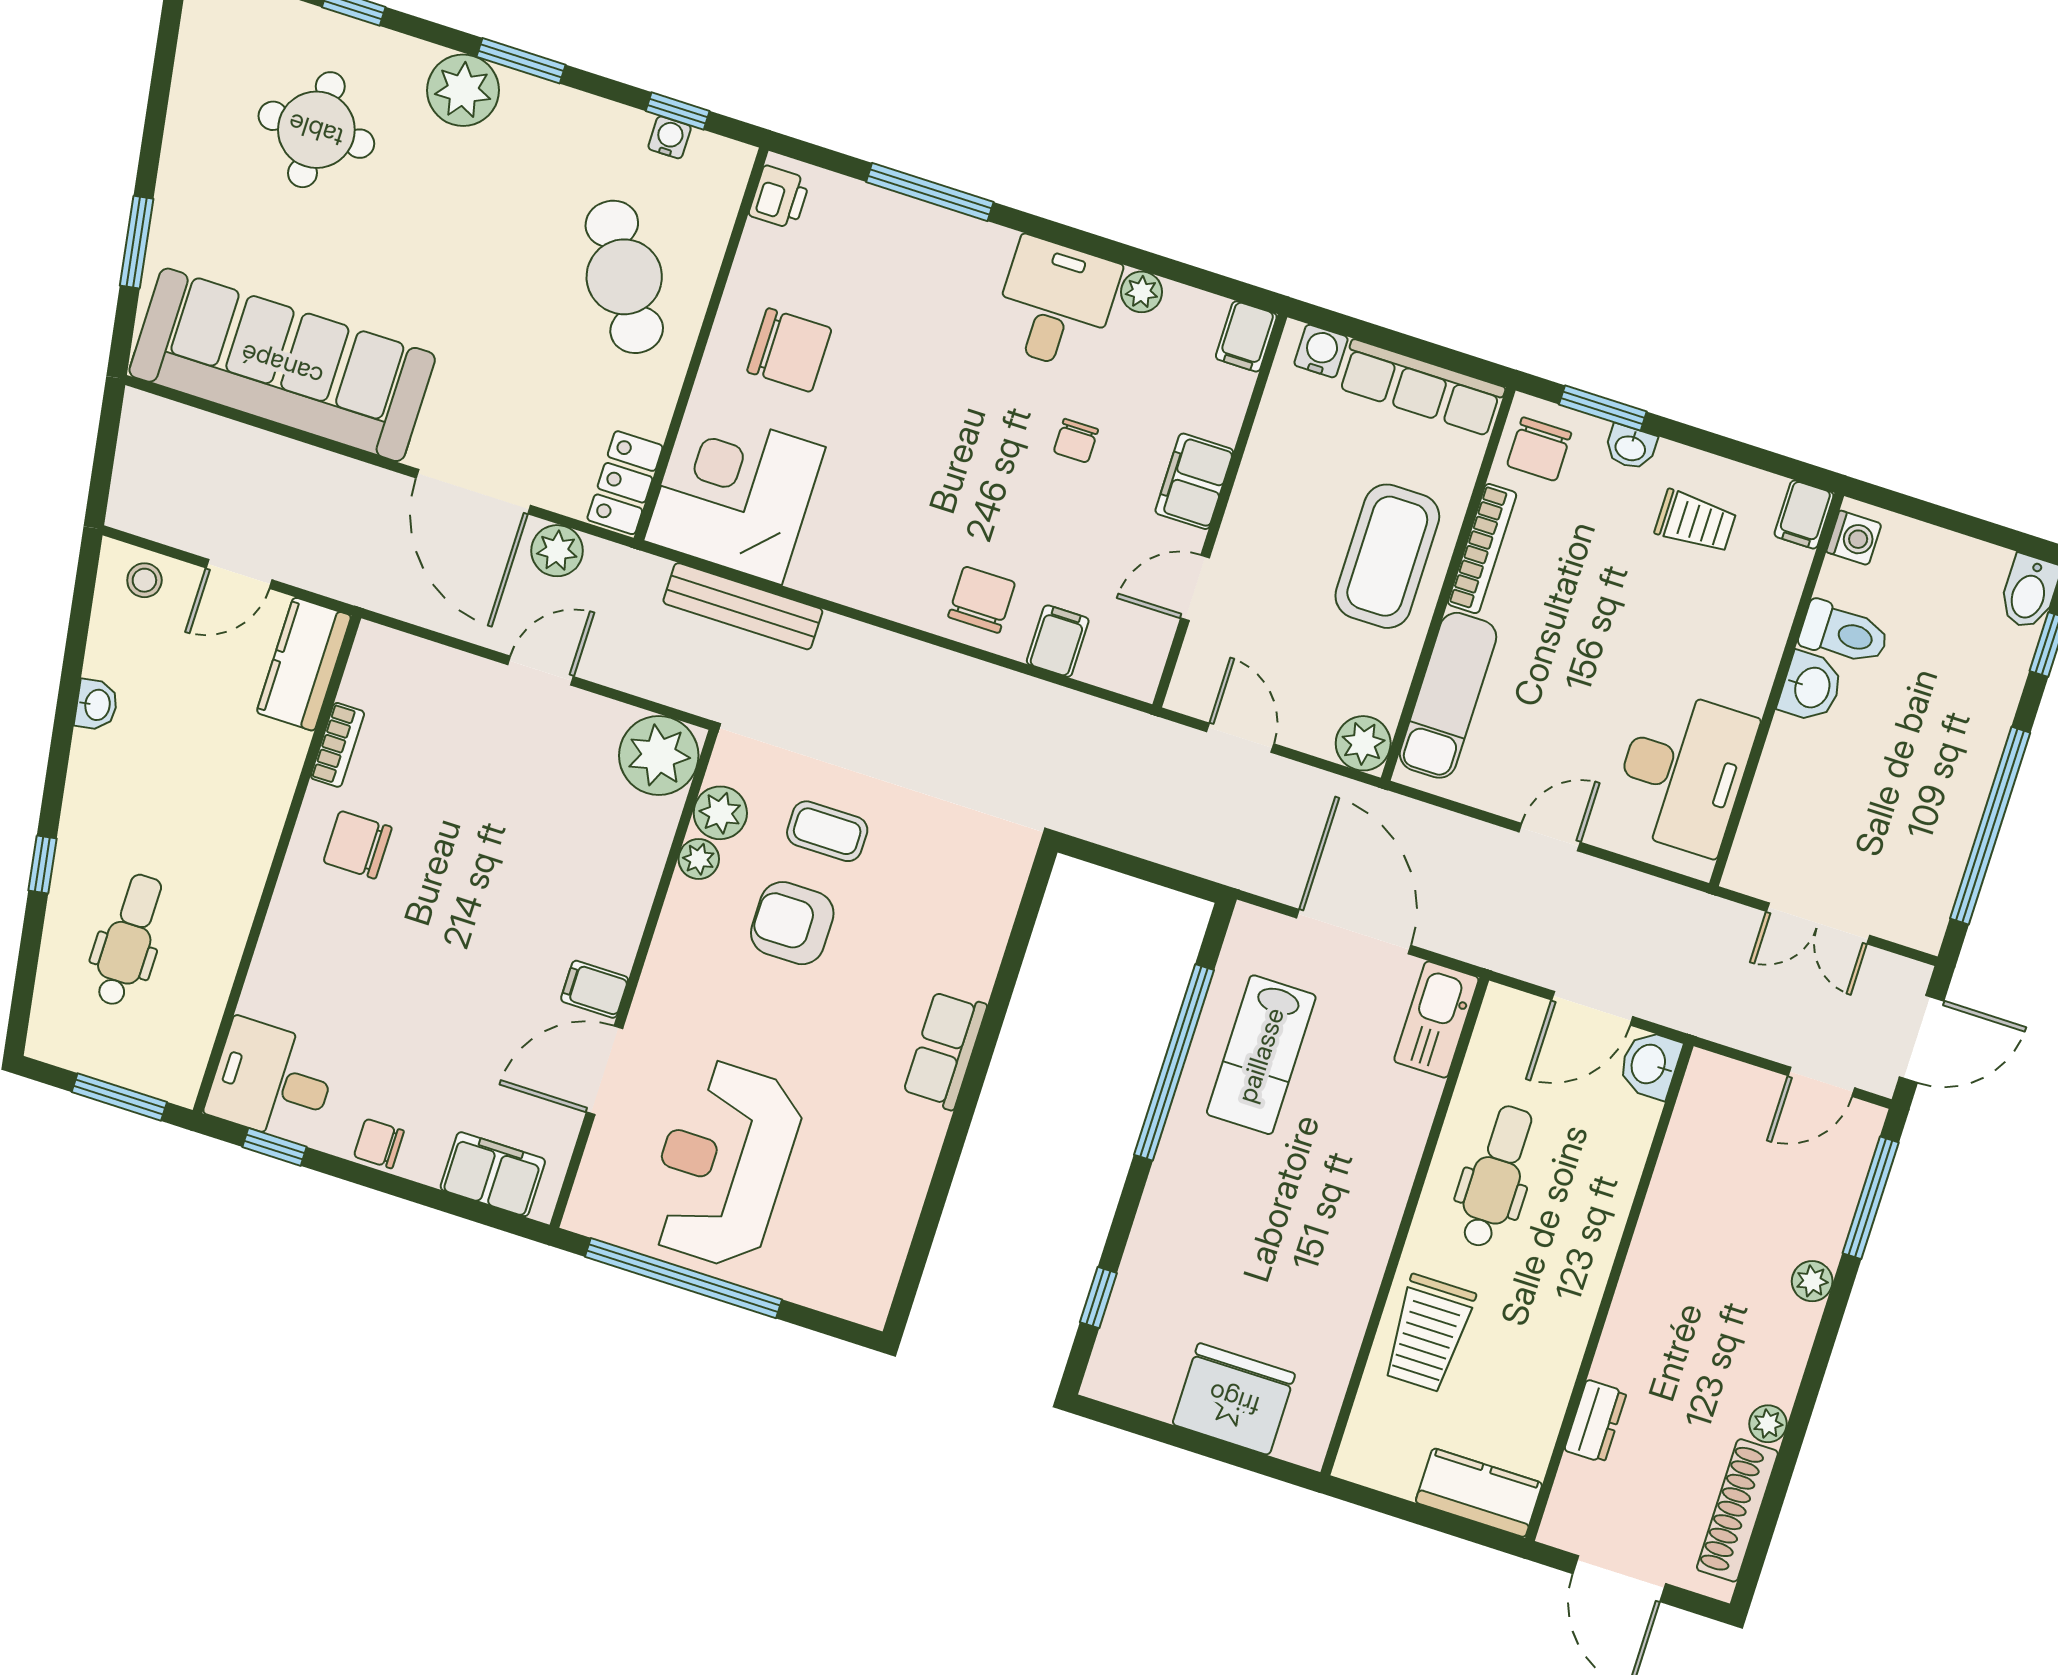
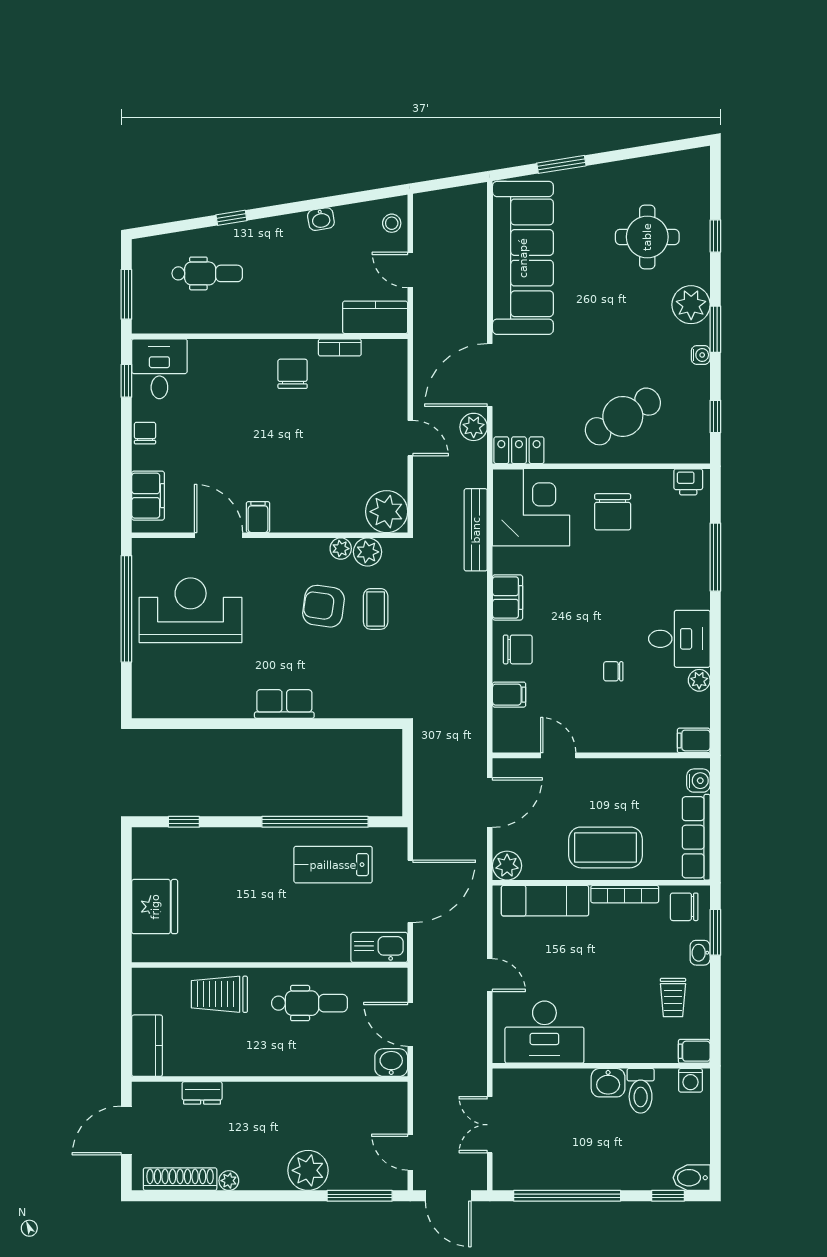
water cooler: (670, 137) -> (701, 355), moved
filing cabinet: (1194, 481) -> (508, 597), moved, turned 90
door: (1240, 738) -> (490, 803), width x1.38
armchair: (792, 923) -> (324, 606), turned -82
plant: (1812, 1281) -> (308, 1170), width x1.87, depth x1.87

